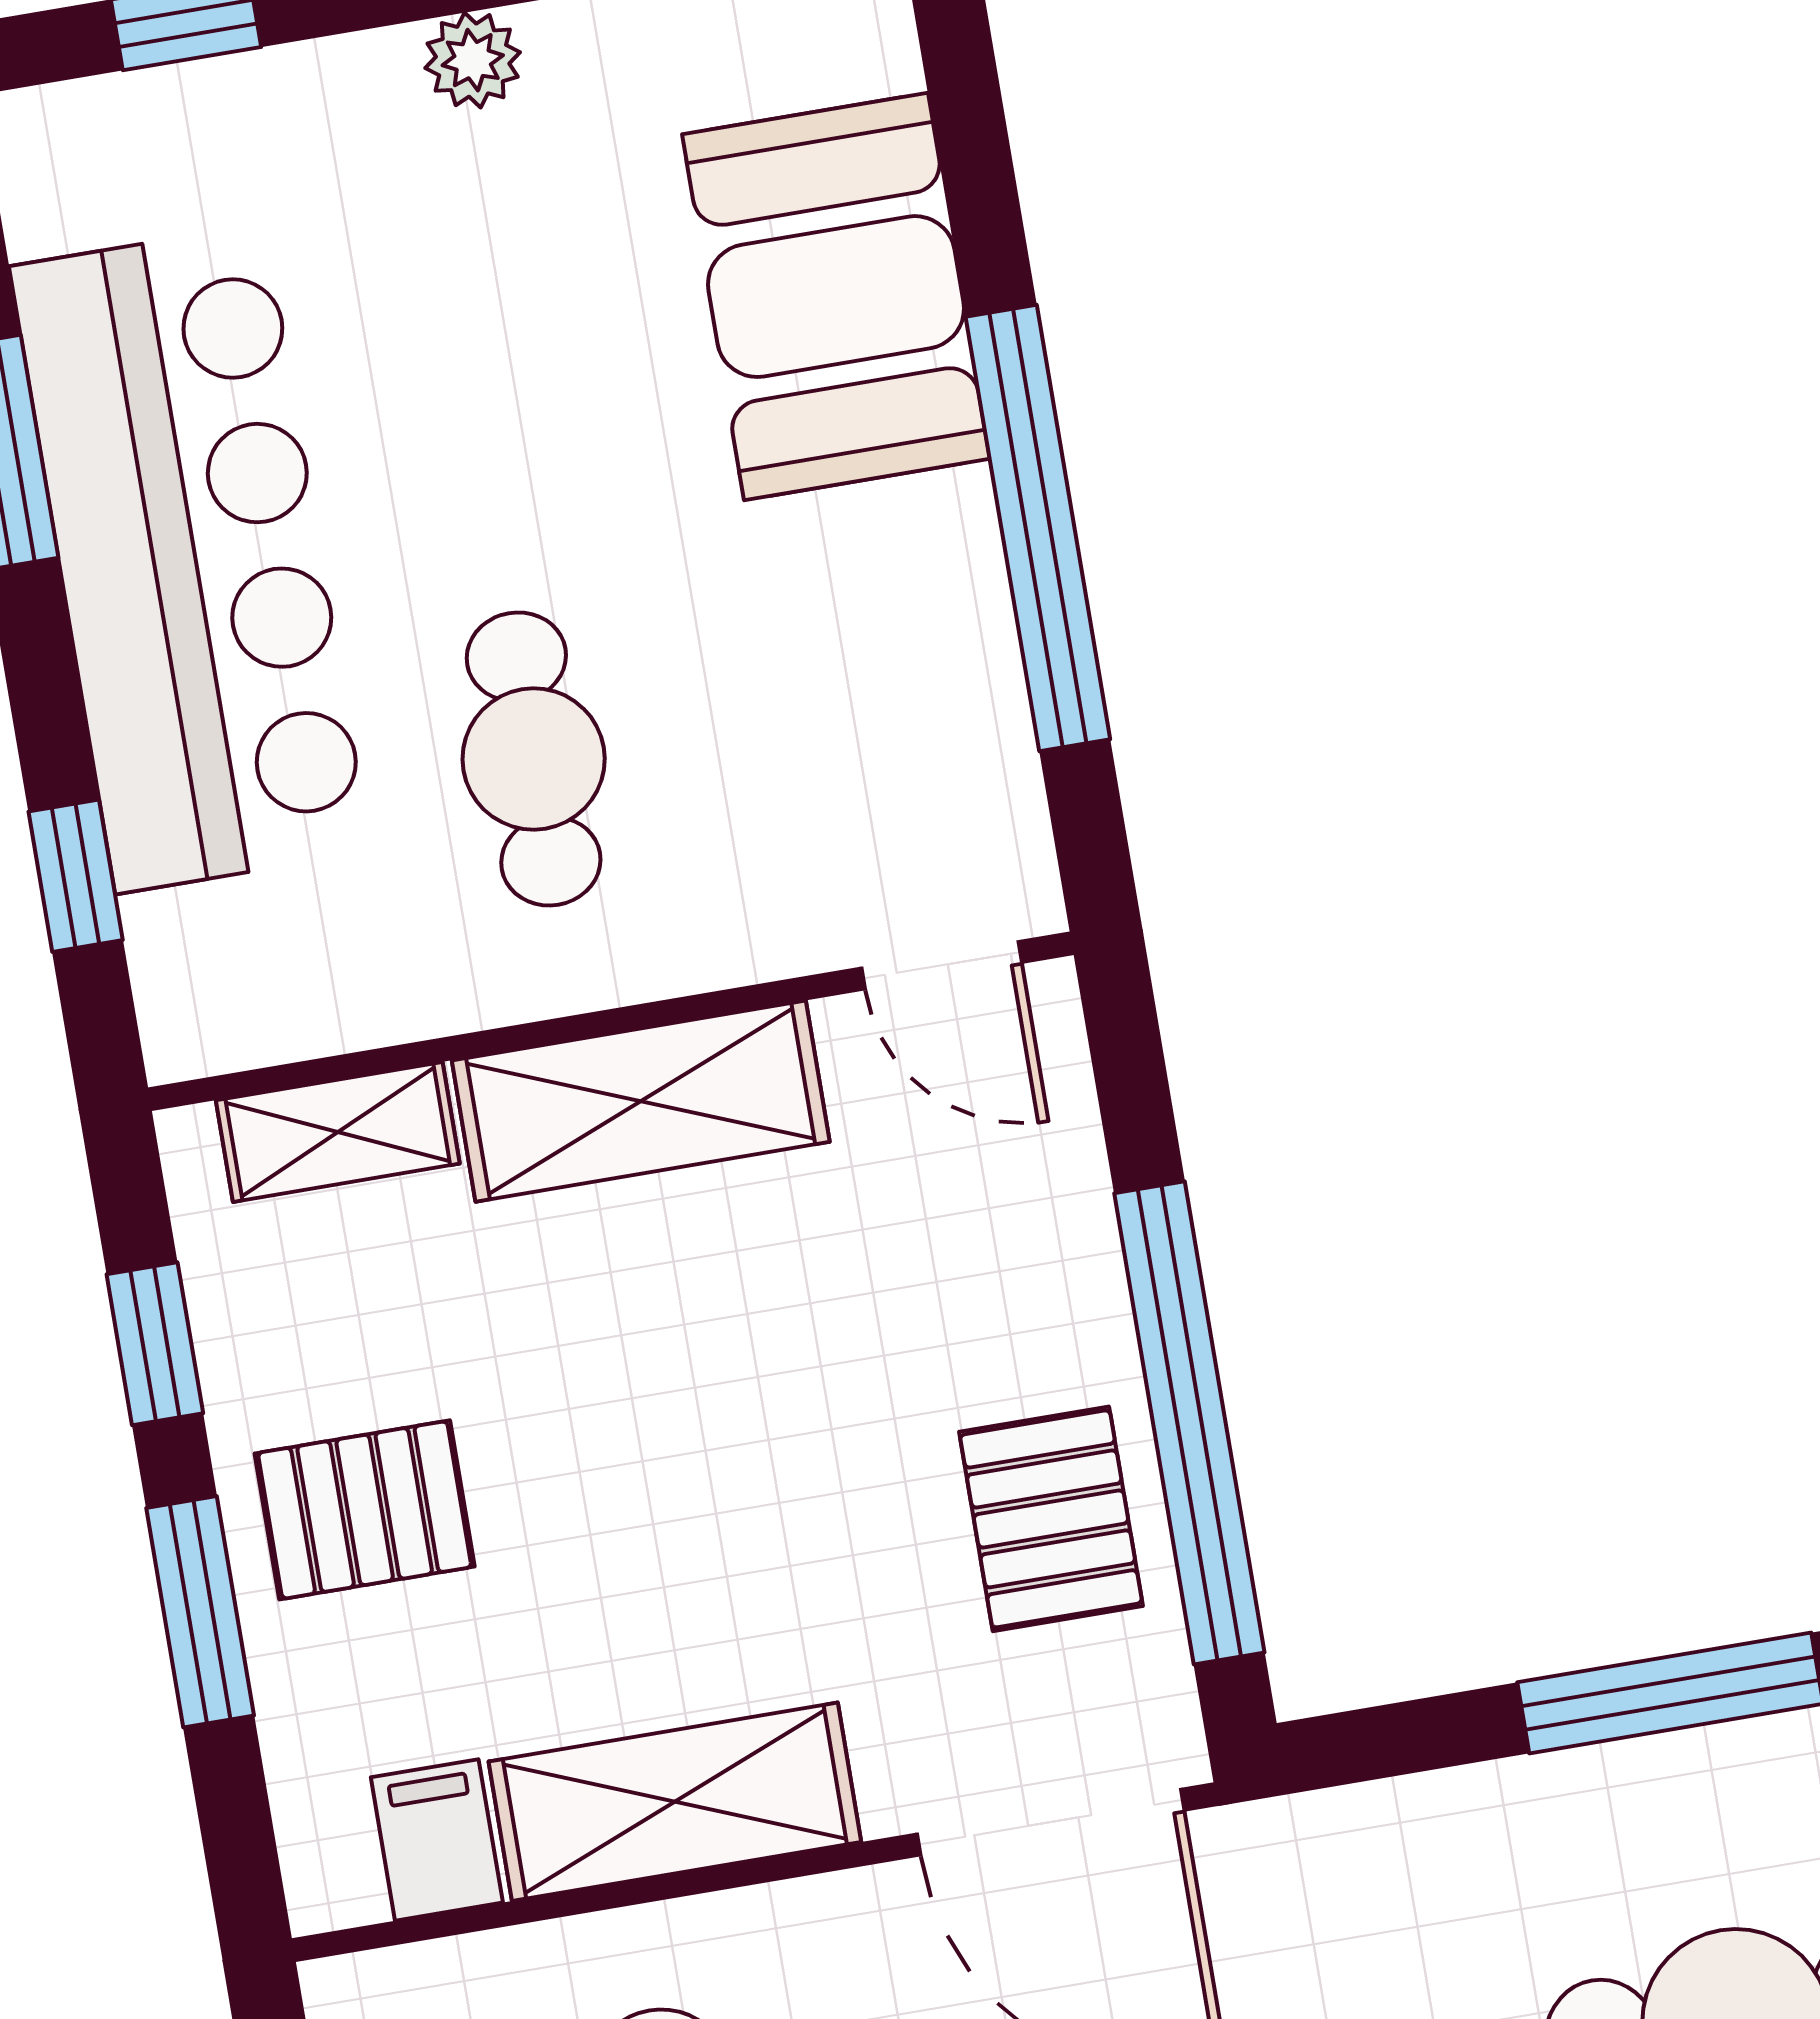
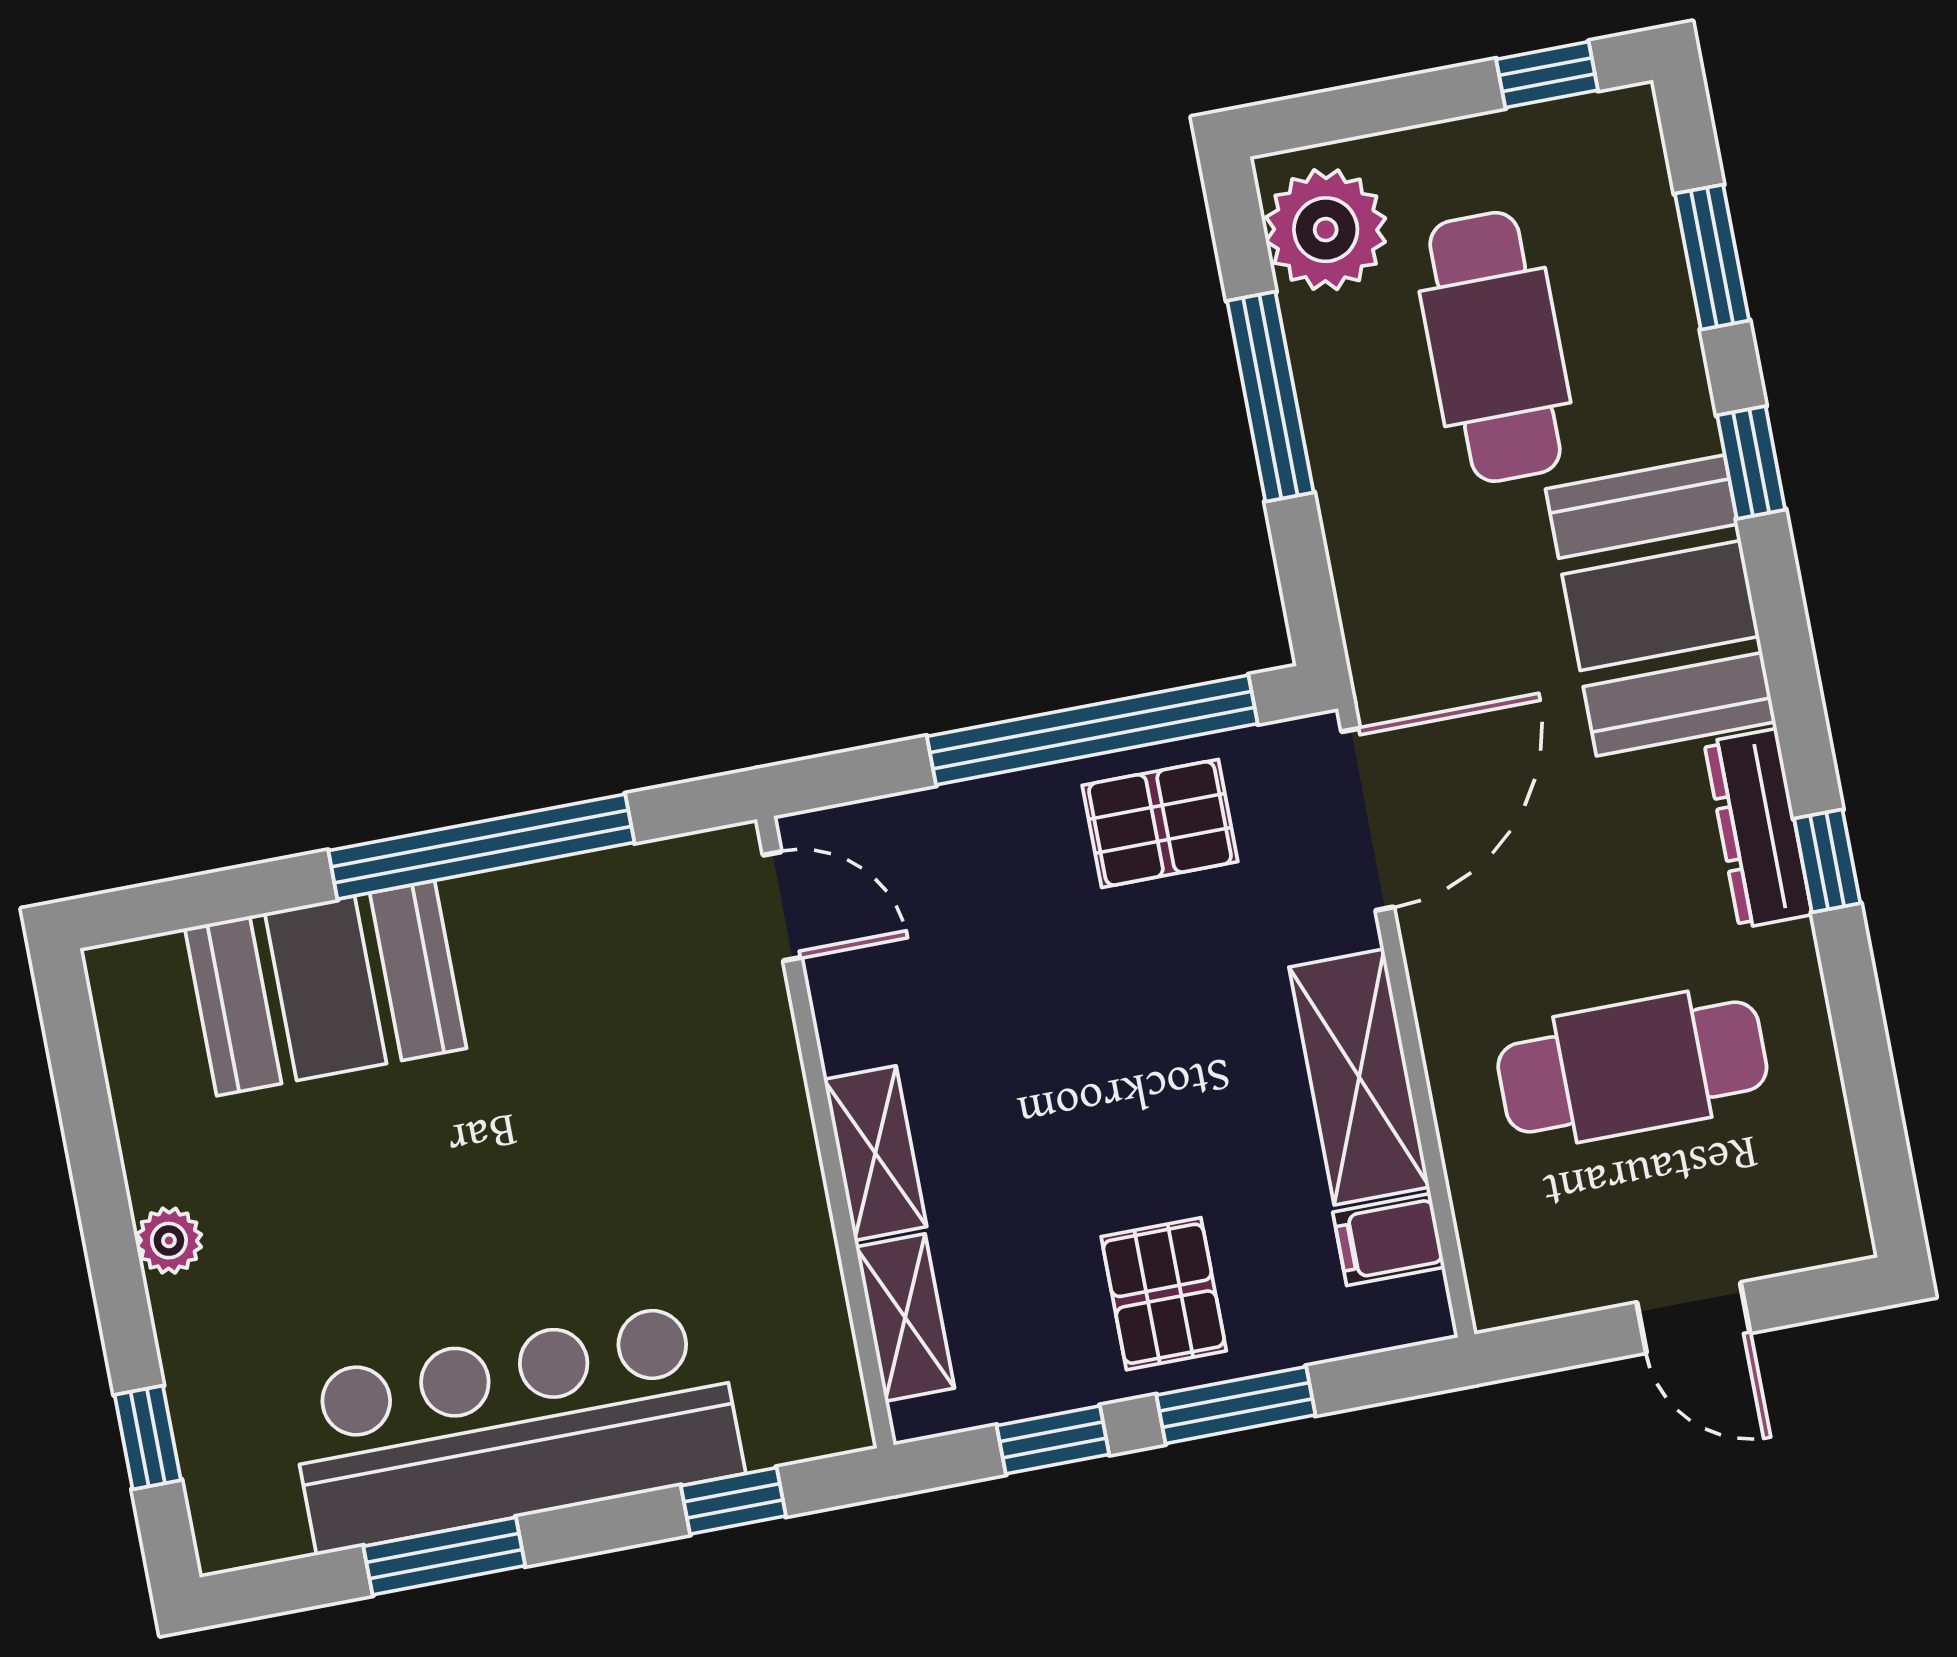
cafe table: (534, 759) -> (647, 1189), removed
door: (942, 965) -> (782, 906), hinge flipped
shelving: (641, 1101) -> (875, 1153), width x0.67, depth x0.75

